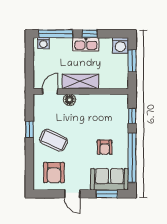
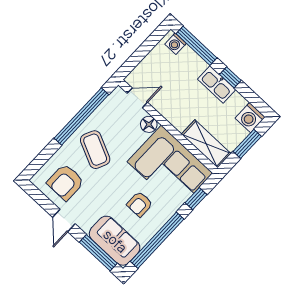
shelving: (80, 82) -> (206, 144), moved
corner sofa: (102, 112) -> (170, 167), added
window: (29, 129) -> (81, 116), width x3.17
window: (107, 194) -> (98, 253), width x1.44

